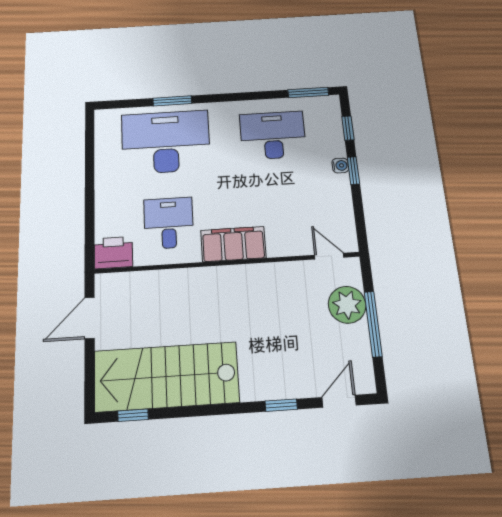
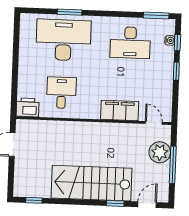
desk: (273, 135) -> (130, 43), turned 180
water cooler: (340, 165) -> (170, 40), moved
filing cabinet: (233, 244) -> (120, 110), moved
stairs: (166, 377) -> (91, 183), moved

